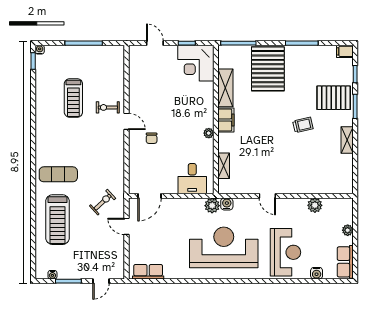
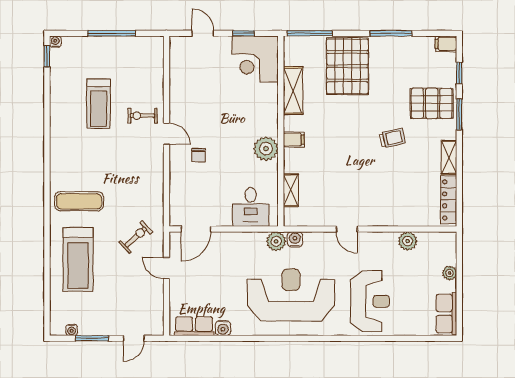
filing cabinet: (226, 120) -> (294, 140), width x0.50
plant: (209, 133) -> (266, 149), width x1.88, depth x1.88
locker: (347, 173) -> (449, 200), added
water cooler: (317, 273) -> (223, 328), moved

